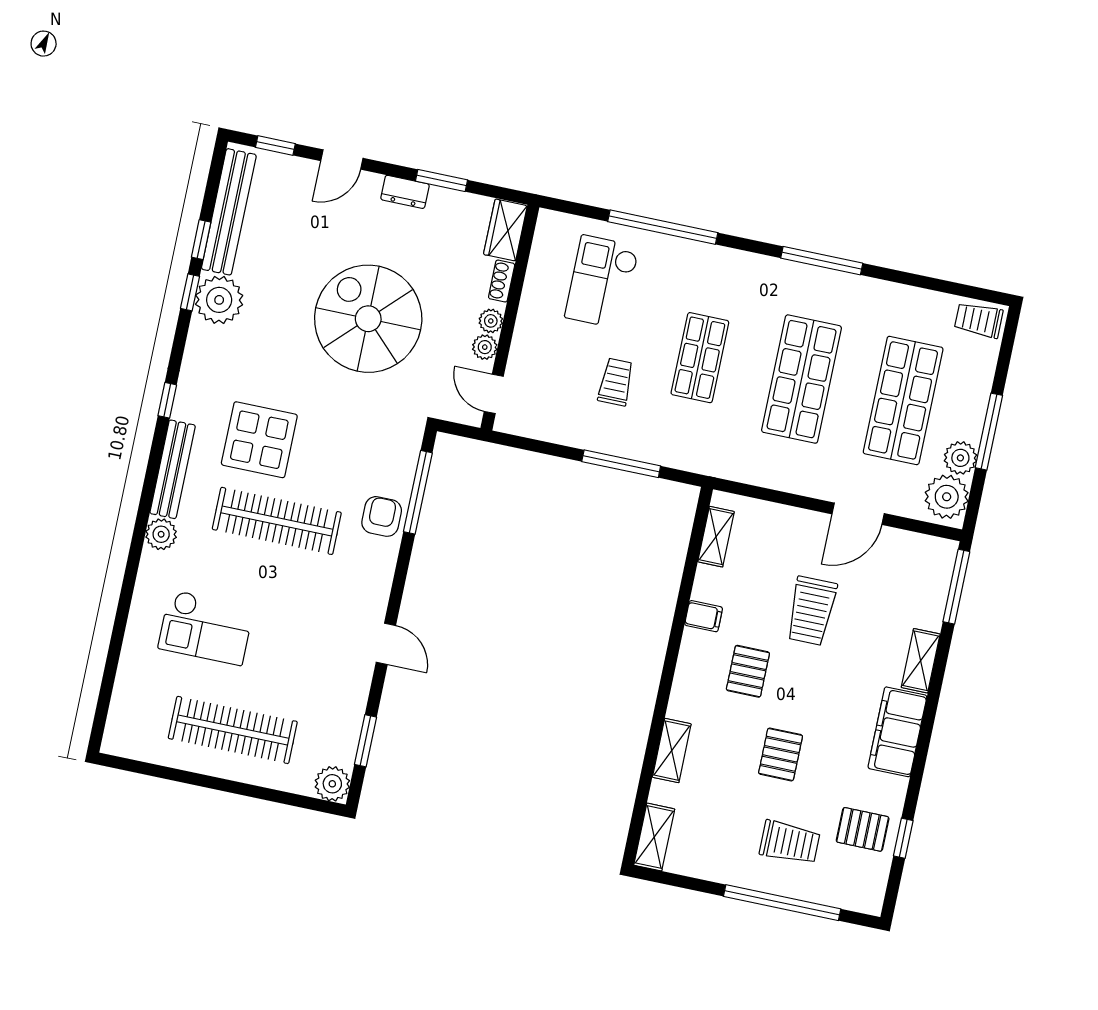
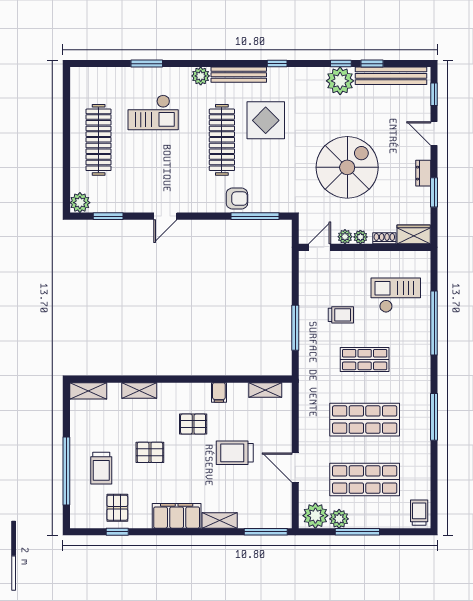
window: (121, 621) -> (147, 64), added
checkout: (206, 628) -> (153, 112), turned -90

